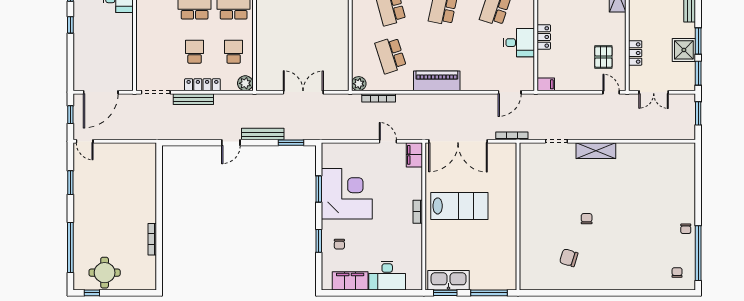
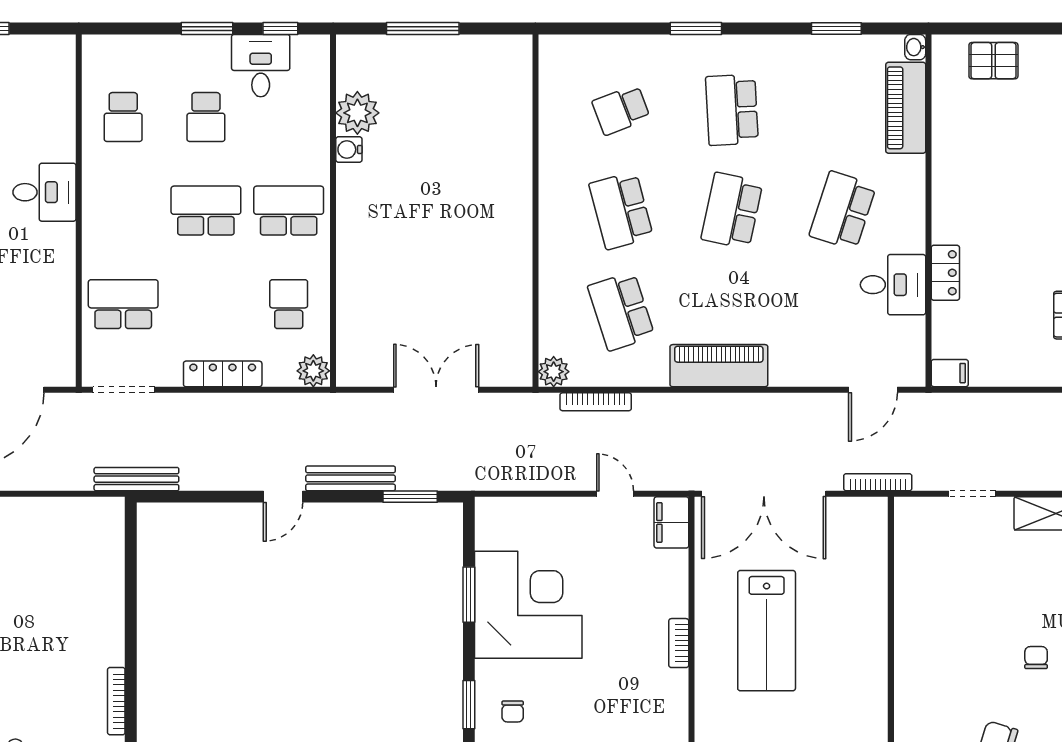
school desk: (195, 52) -> (123, 304), moved, width x1.85
bench: (193, 99) -> (136, 479), moved
lab bench: (459, 206) -> (767, 631), turned 90

